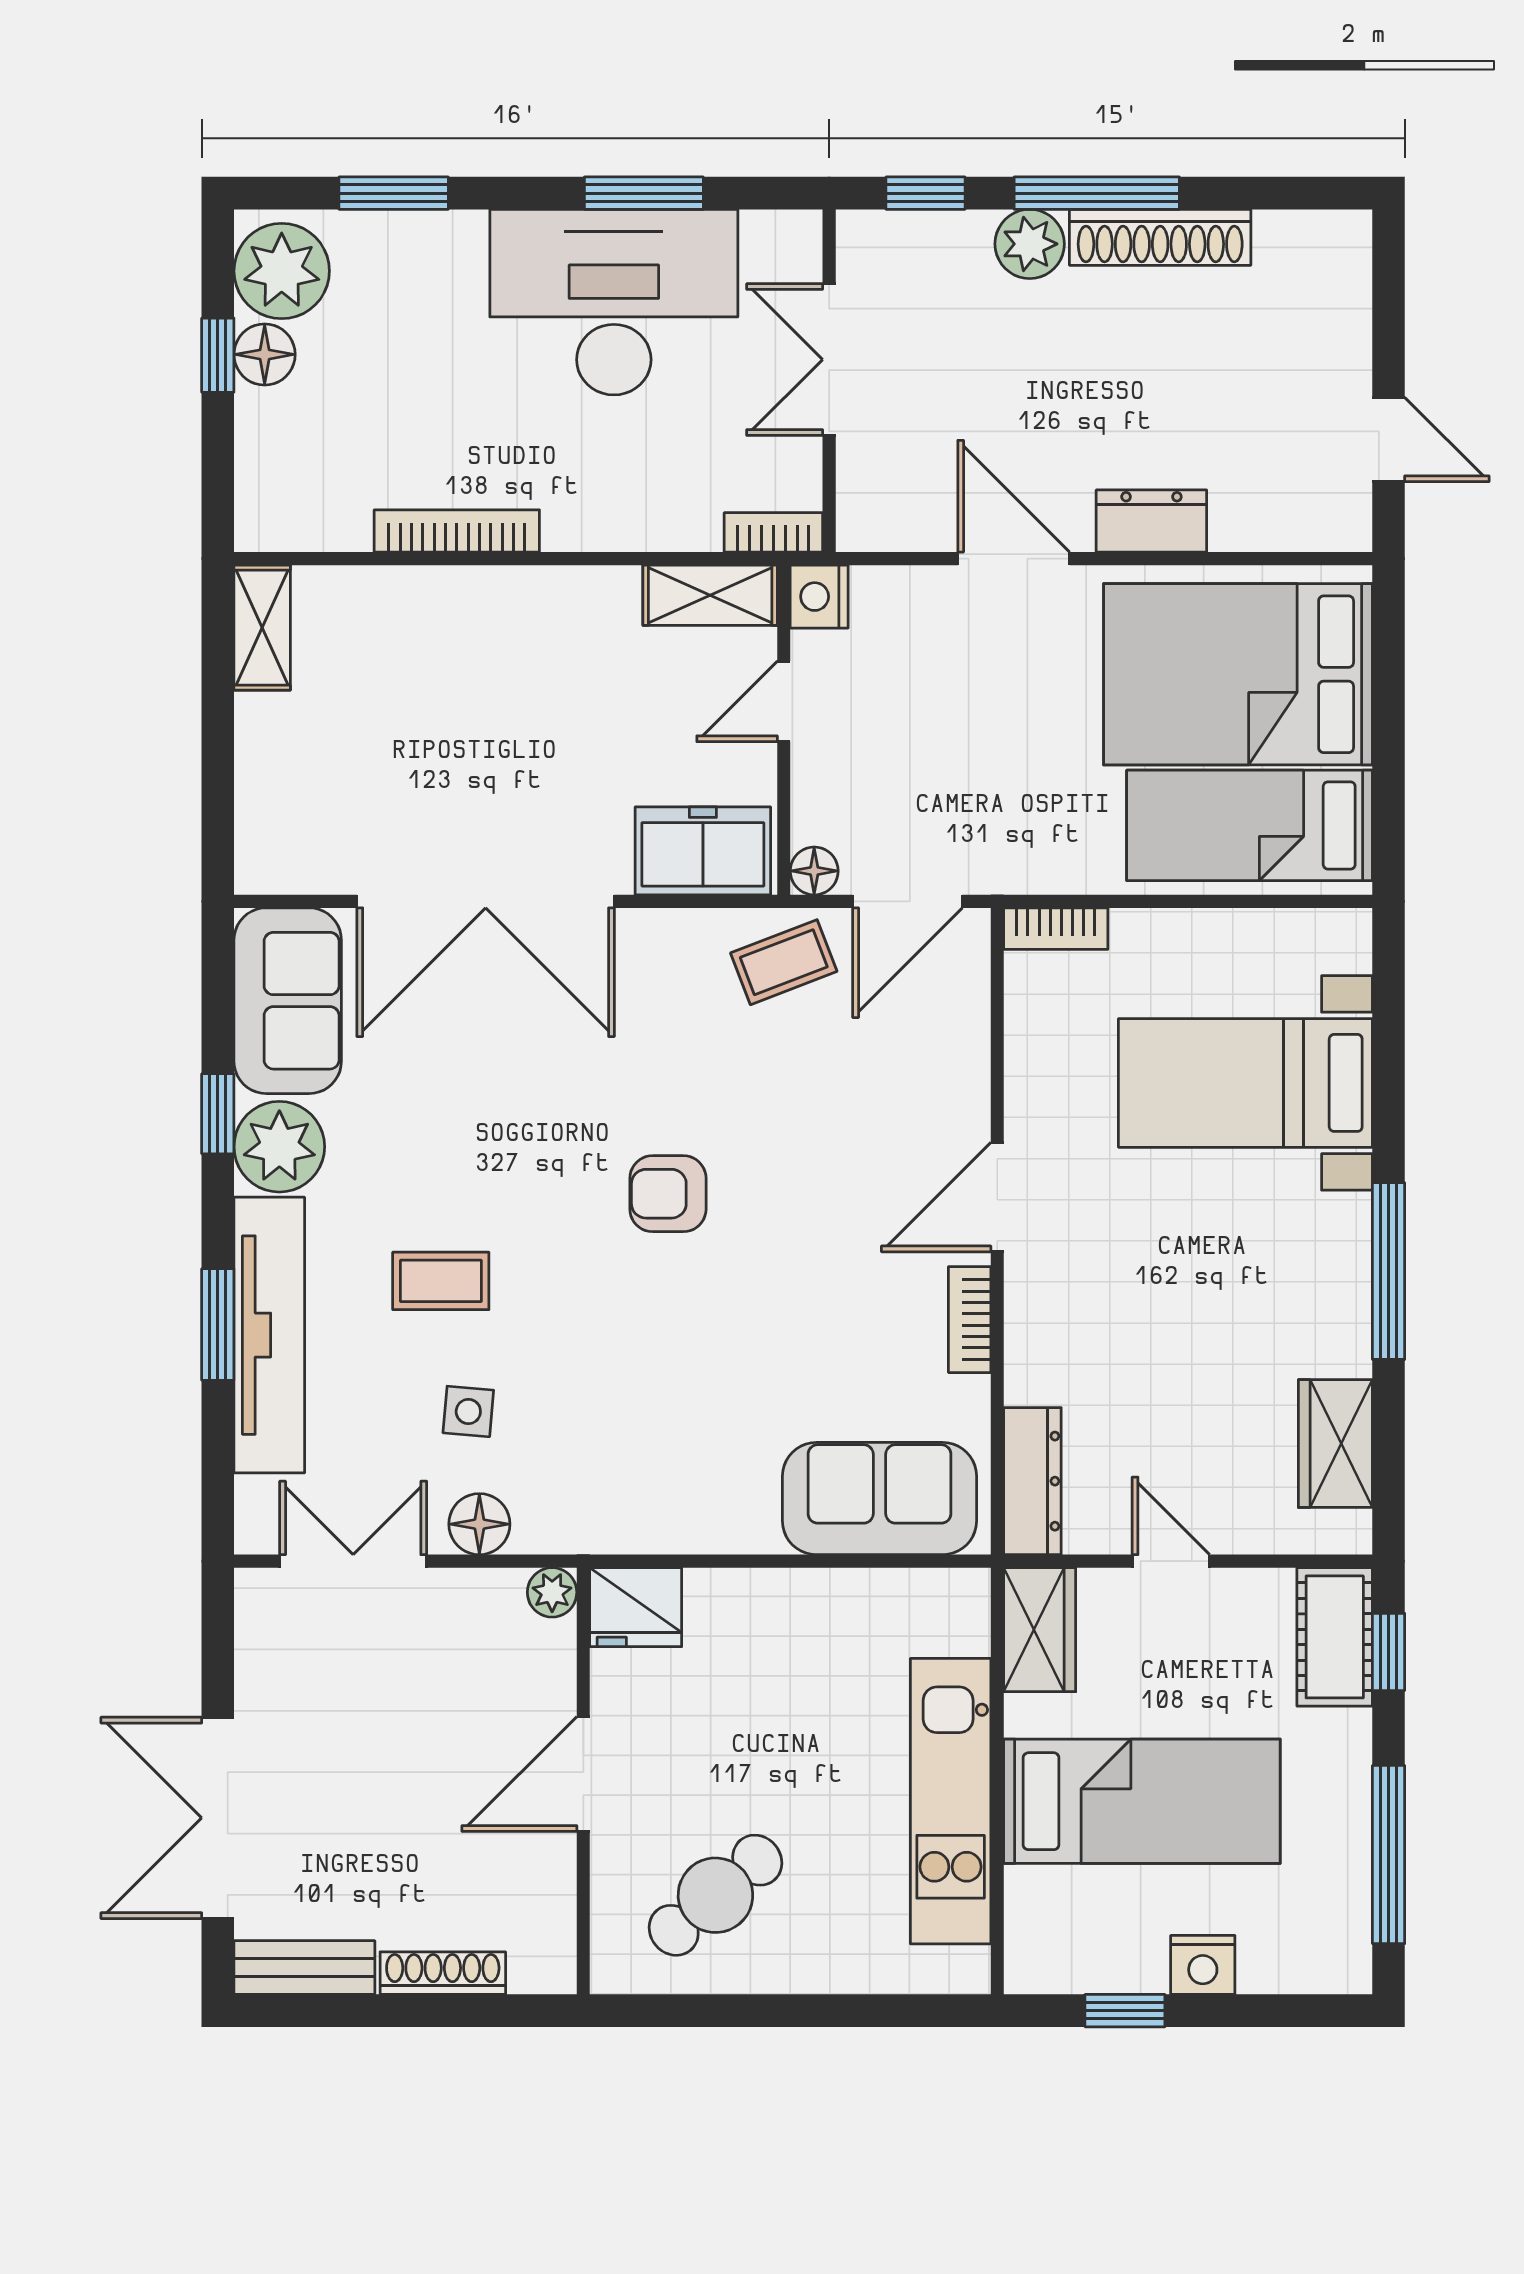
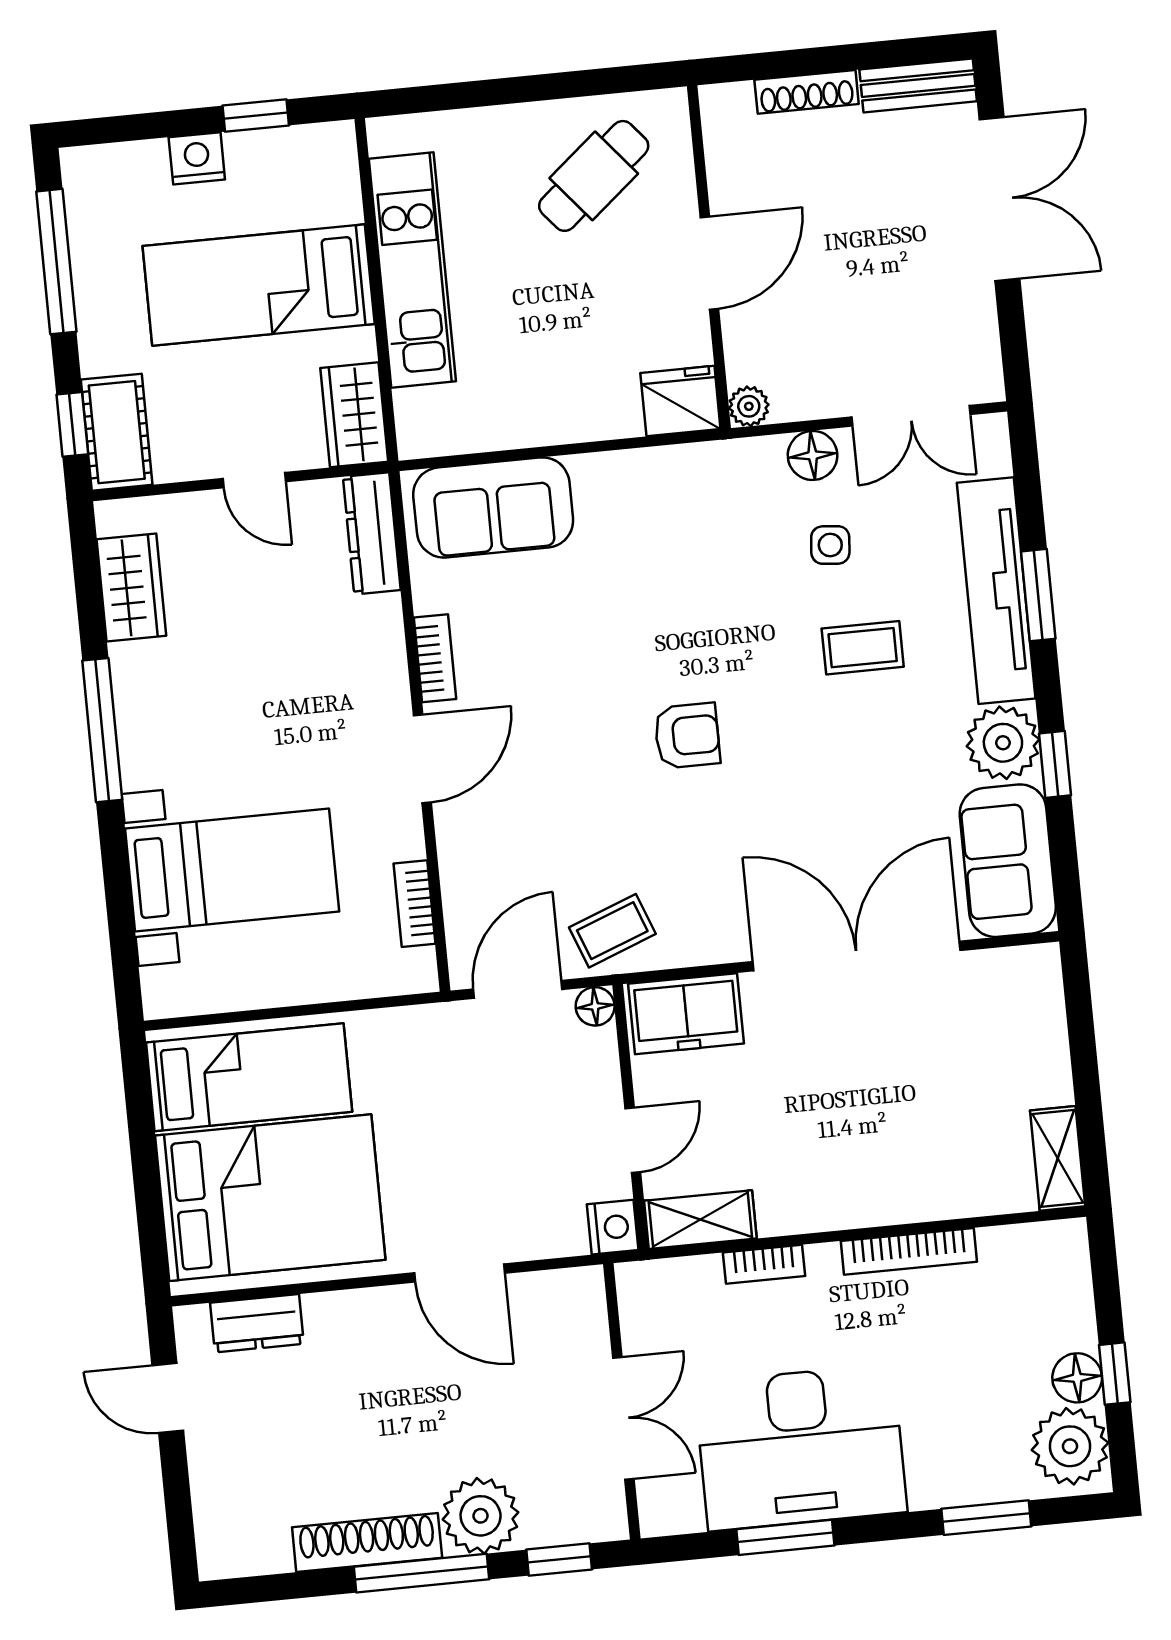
plant: (1030, 244) -> (481, 1516), width x1.36, depth x1.36
dresser: (1151, 521) -> (257, 1323), moved
bookcase: (773, 532) -> (764, 1264), moved
bookcase: (1056, 929) -> (414, 904), moved, turned -90

